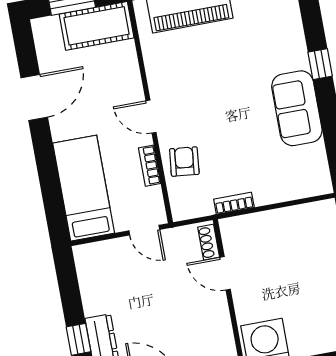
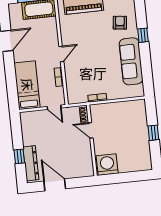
sofa: (297, 108) -> (131, 61), width x1.36
door: (151, 117) -> (61, 54), swing flipped
armchair: (184, 162) -> (120, 23), moved

